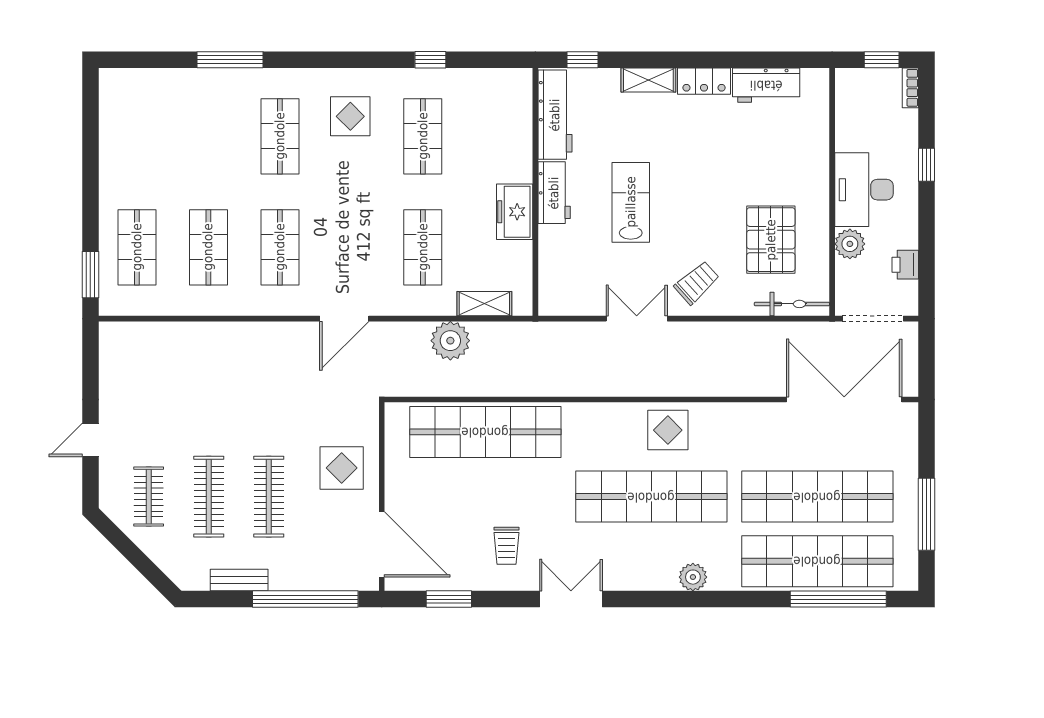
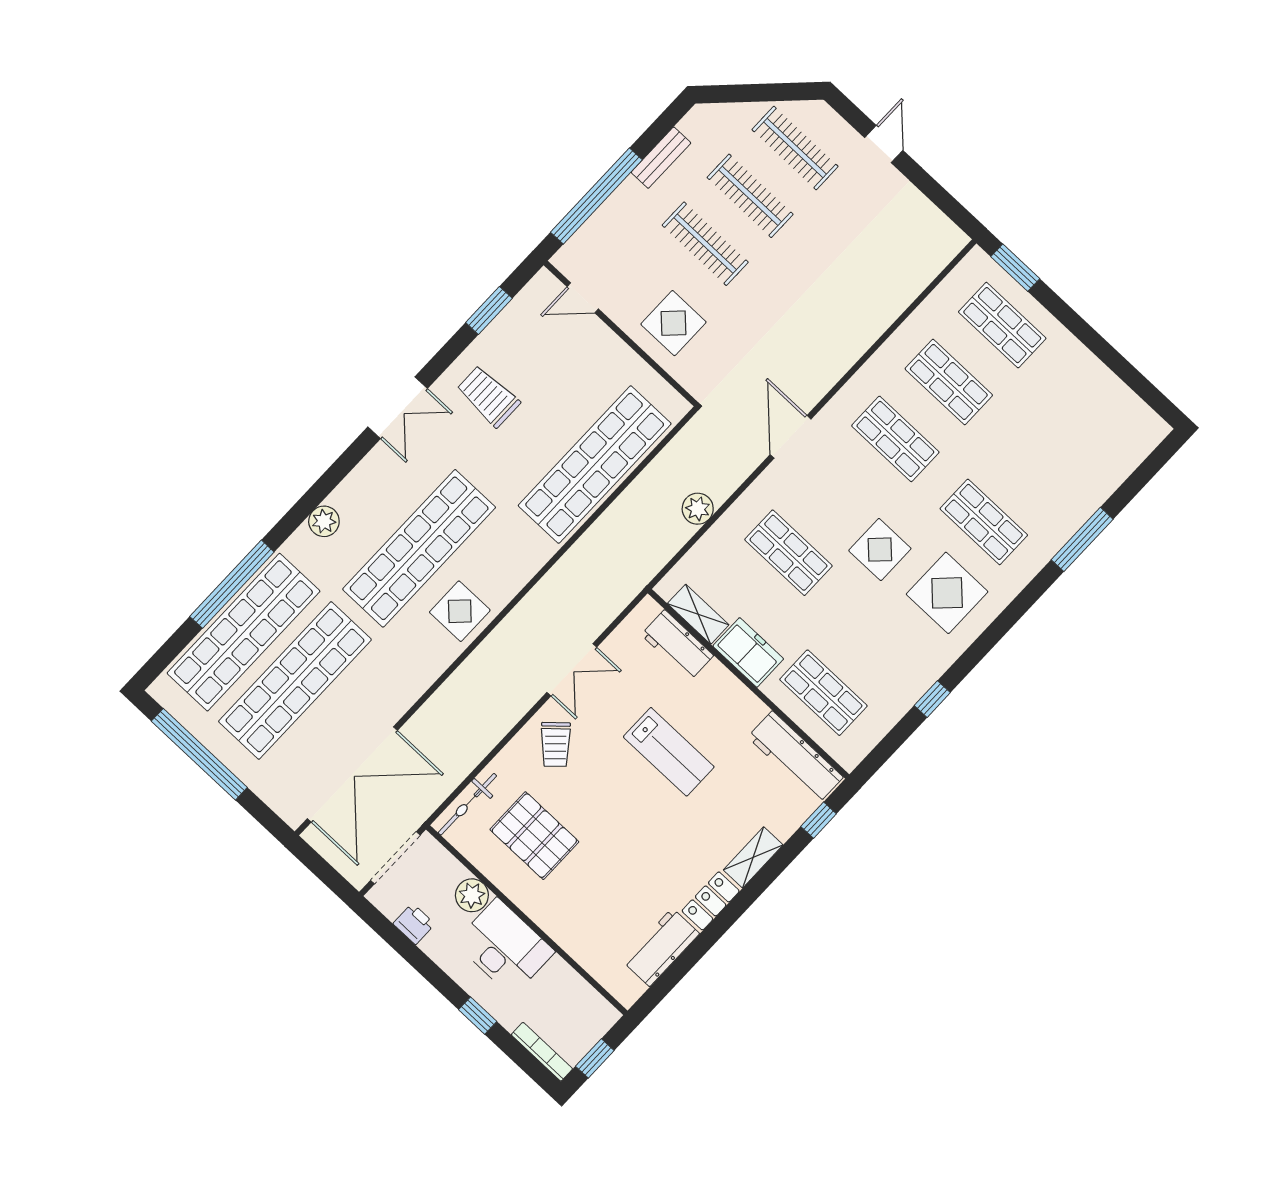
bookcase: (910, 88) -> (542, 1052), width x1.56
display table: (350, 116) -> (947, 593), width x1.36, depth x1.36
shop shelf: (423, 136) -> (823, 693), moved
display table: (363, 188) -> (880, 550), added
workbench: (554, 193) -> (677, 645), moved
shelving: (484, 304) -> (698, 614), moved, turned 90
plant: (450, 341) -> (698, 509), width x0.73, depth x0.73
clothes rail: (149, 497) -> (795, 148), width x1.36
window: (926, 514) -> (199, 754), width x1.46
door: (382, 544) -> (583, 298), width x0.53
trolley: (507, 546) -> (488, 396), width x1.36, depth x1.39
window: (838, 599) -> (232, 584), moved

